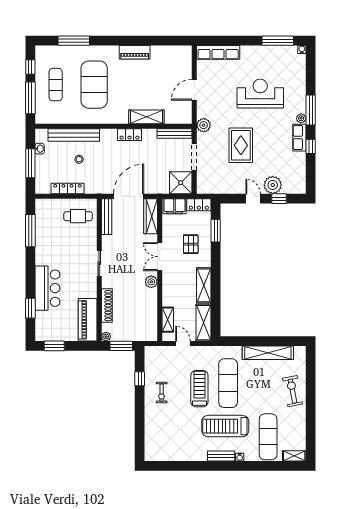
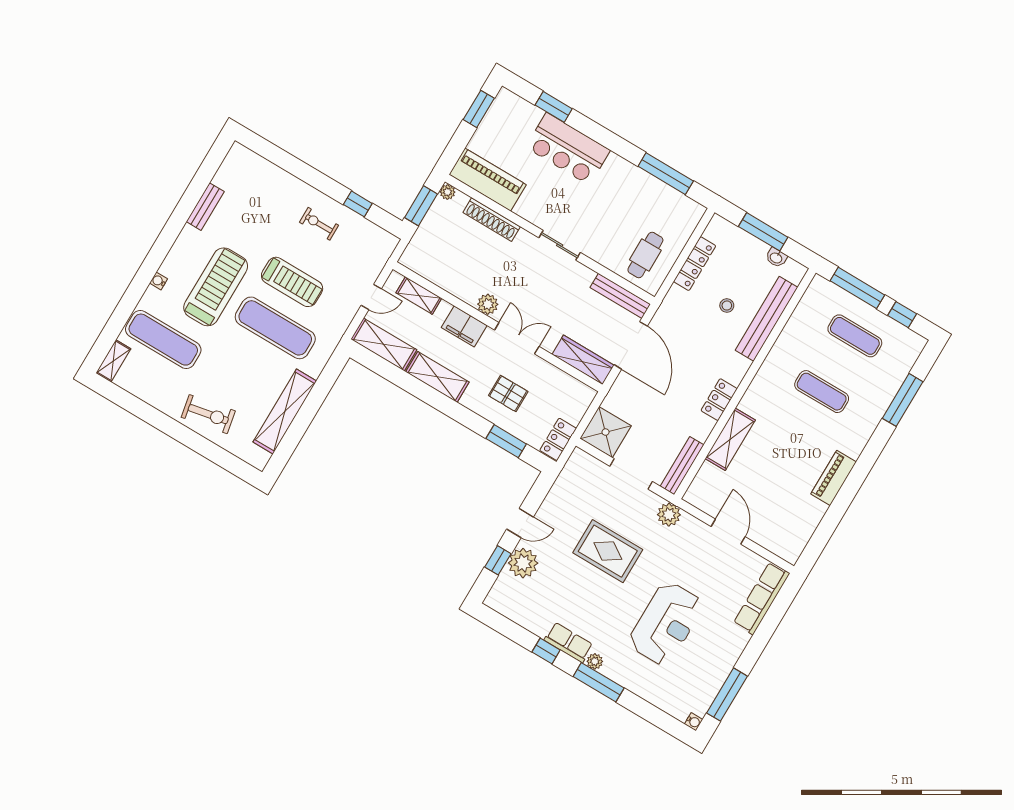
exercise mat: (94, 85) -> (822, 392), width x0.50, depth x0.69
filing cabinet: (174, 206) -> (464, 326), moved, turned -90
bench: (221, 456) -> (205, 207), moved

